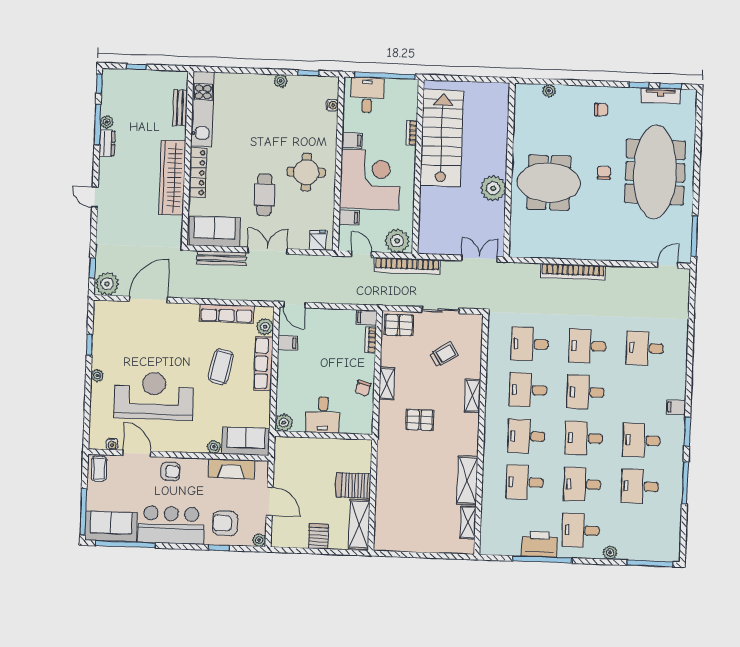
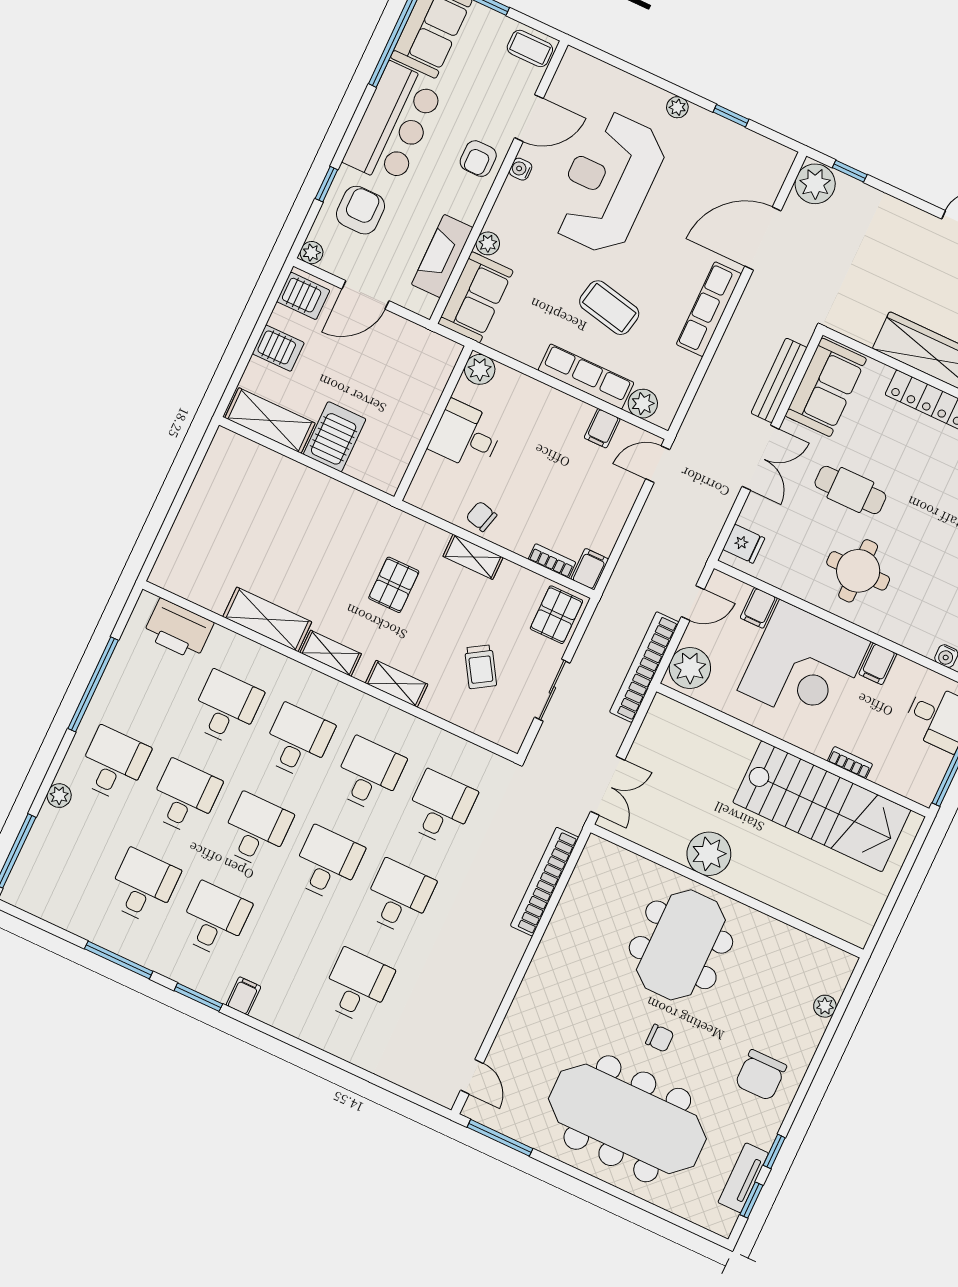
chair: (601, 110) -> (761, 1075), width x1.87, depth x1.87
bookcase: (573, 272) -> (545, 882), moved
door: (148, 299) -> (763, 238), swing flipped
row of seats: (227, 314) -> (709, 309), moved
reception desk: (154, 396) -> (608, 183), turned 180
water cooler: (112, 444) -> (521, 169), moved
shelving: (468, 522) -> (331, 653), moved
server rack: (284, 535) -> (303, 296), added
printer: (539, 544) -> (178, 629), moved, turned 90

